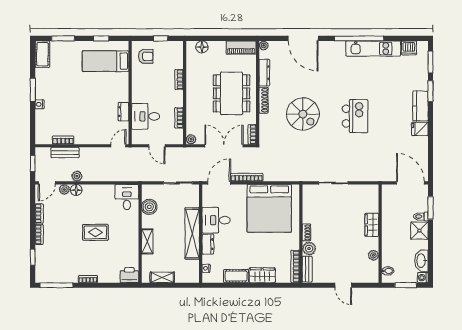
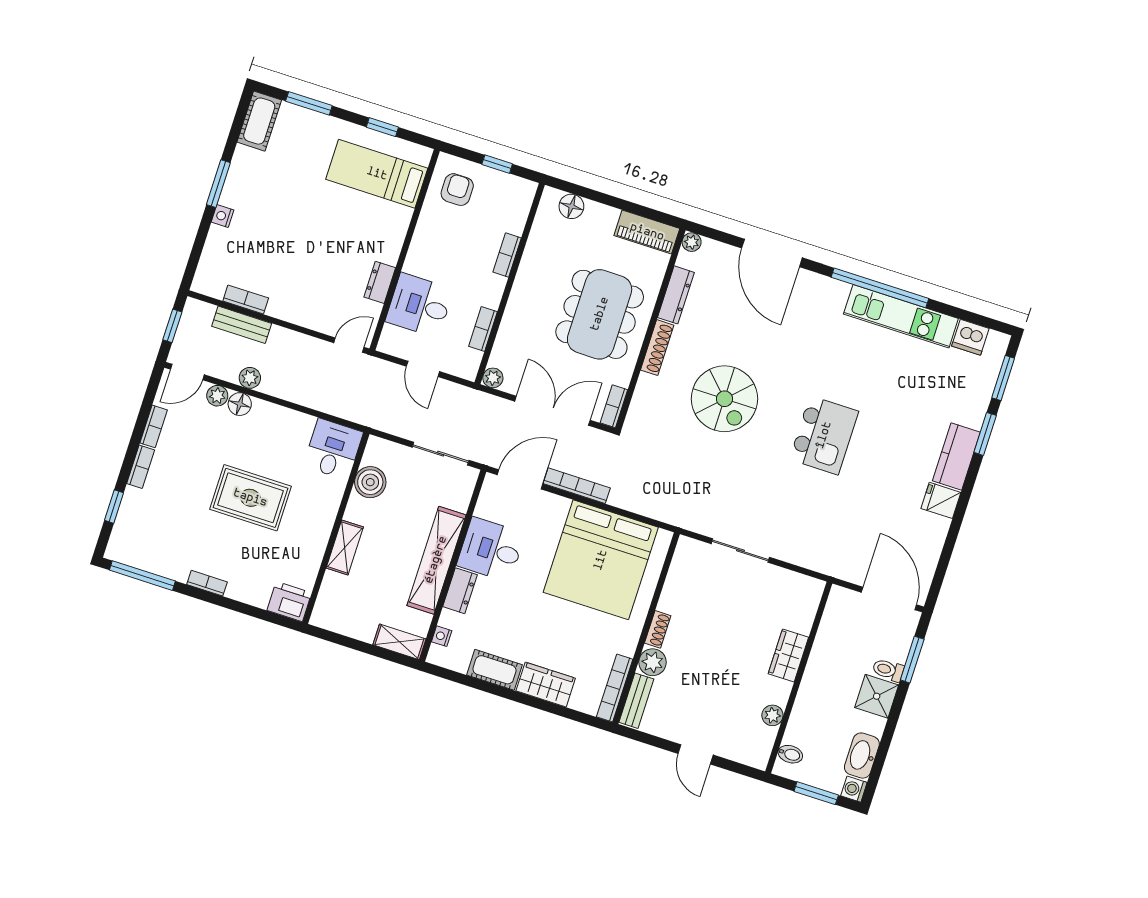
armchair: (146, 56) -> (457, 190), turned -90
rug: (95, 232) -> (250, 498), width x1.36, depth x1.43
shelving: (162, 277) -> (399, 642), moved

